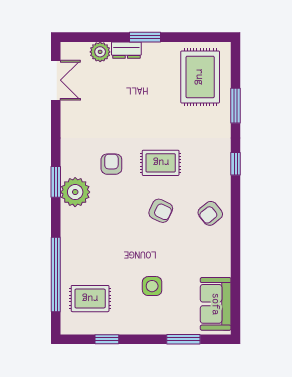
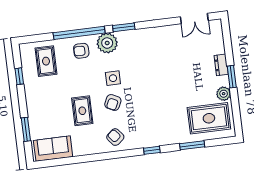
plant: (100, 52) -> (224, 94), moved
rug: (161, 163) -> (82, 111), moved
armchair: (111, 164) -> (81, 51), moved, turned 180
plant: (75, 192) -> (107, 43), moved
window: (56, 275) -> (79, 33), moved
side table: (152, 286) -> (113, 78), moved

